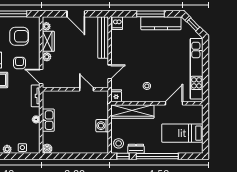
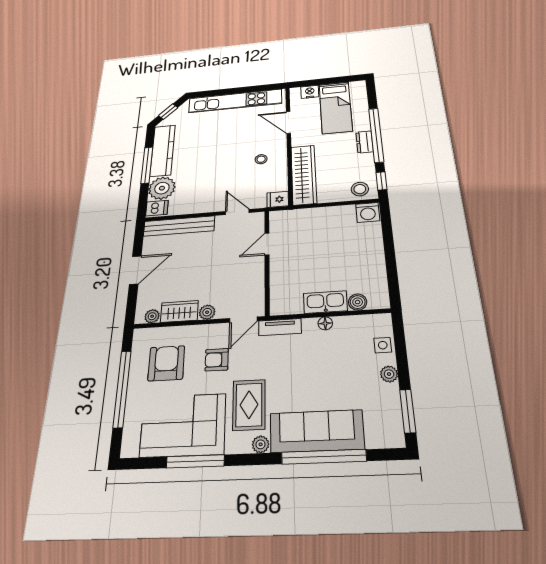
plant: (132, 25) -> (162, 188), added
nightstand: (198, 117) -> (310, 92), added
washing machine: (102, 126) -> (368, 212), moved
boiler: (47, 149) -> (358, 302), moved
dresser: (136, 149) -> (365, 142), moved

